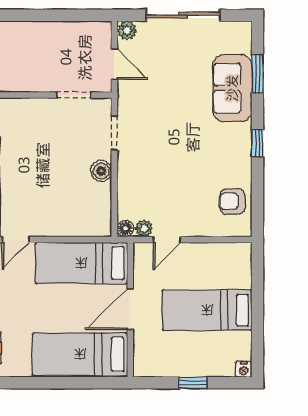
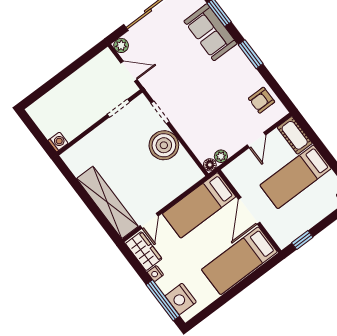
window: (257, 144) -> (251, 54), width x1.50
boiler: (101, 171) -> (164, 145), width x1.86, depth x1.86
door: (167, 240) -> (256, 140), moved
cot: (239, 265) -> (295, 135), added
window: (193, 383) -> (302, 240), moved

